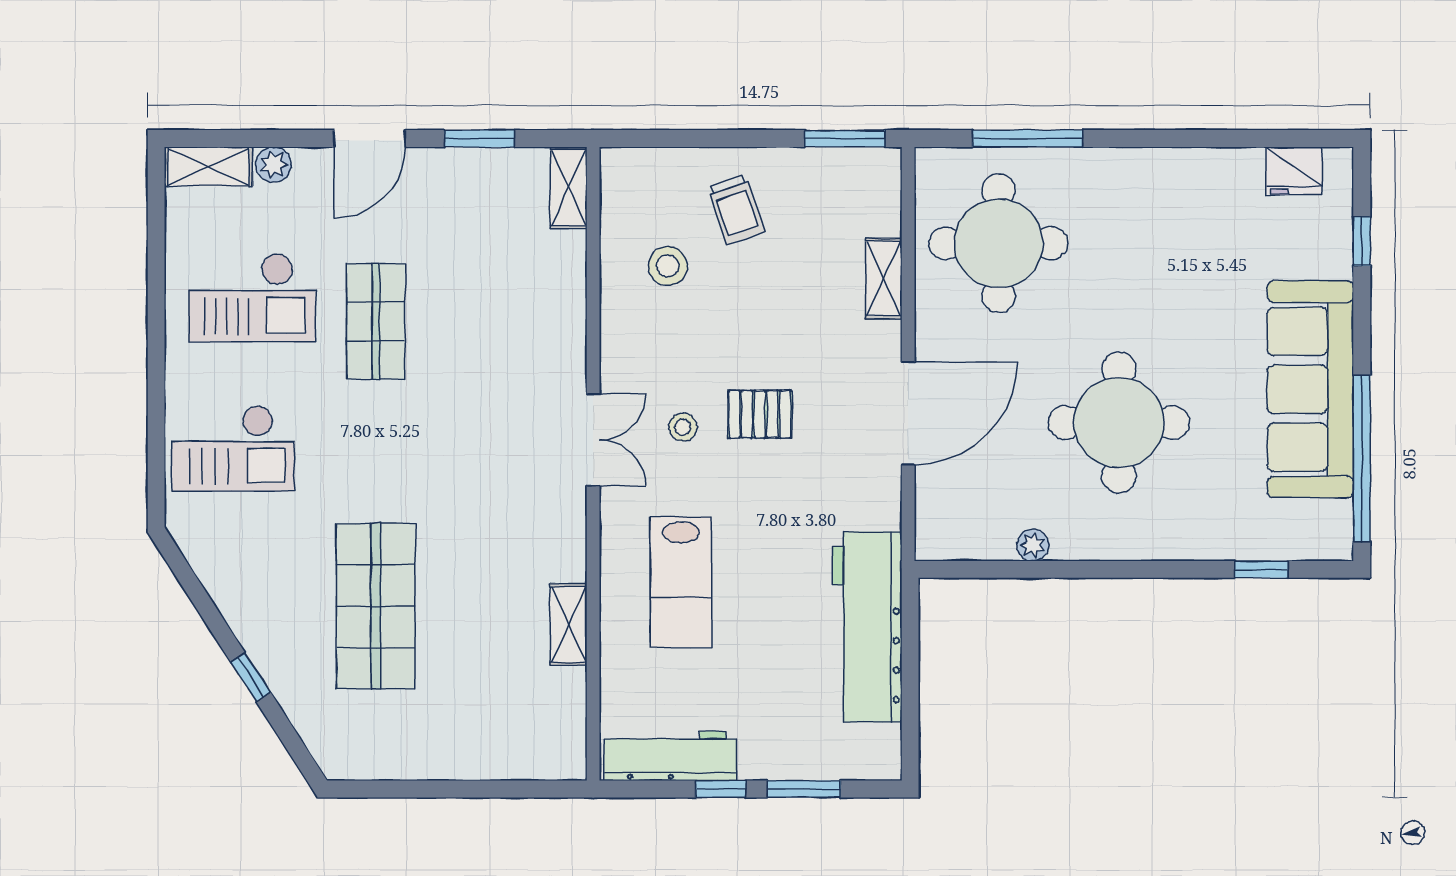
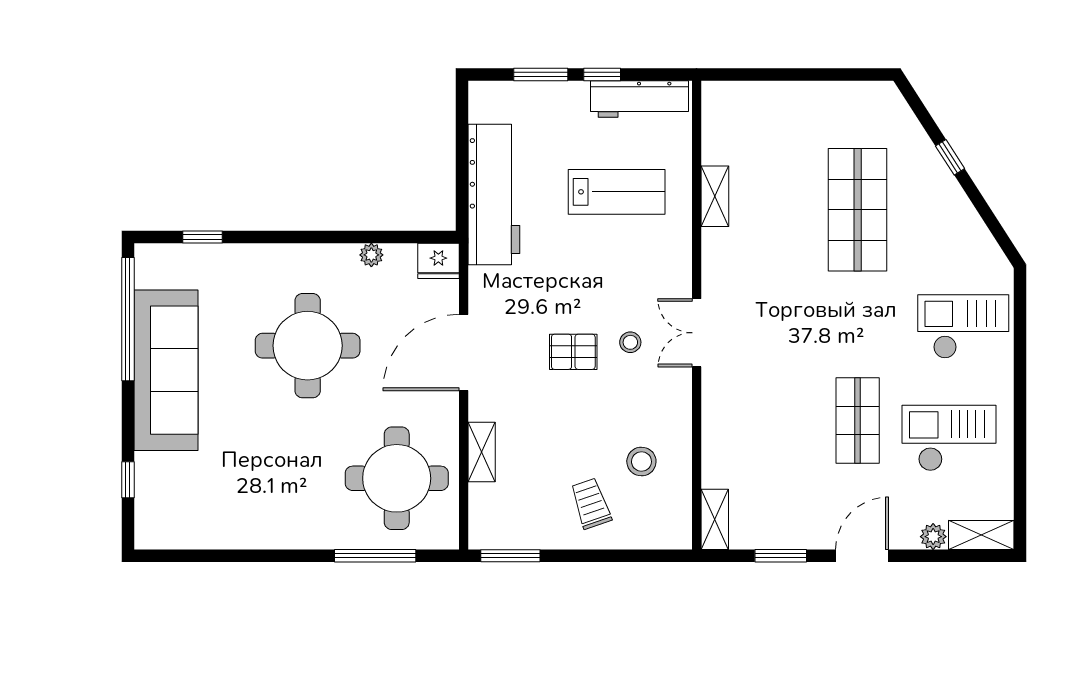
fridge: (1294, 171) -> (438, 261), moved, turned 180
lab bench: (681, 582) -> (617, 192), moved, turned 90

